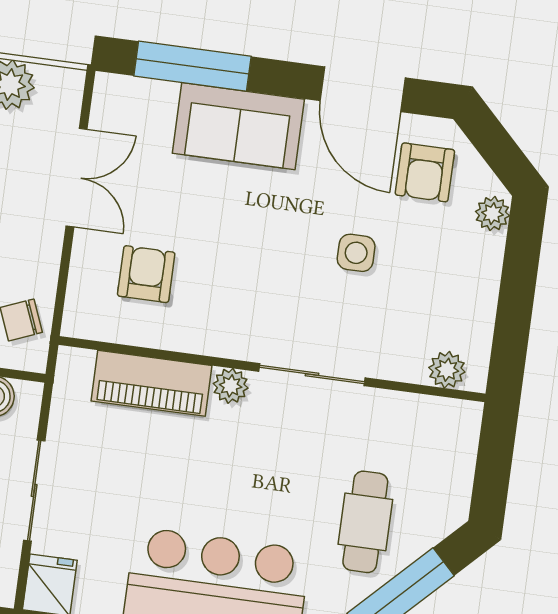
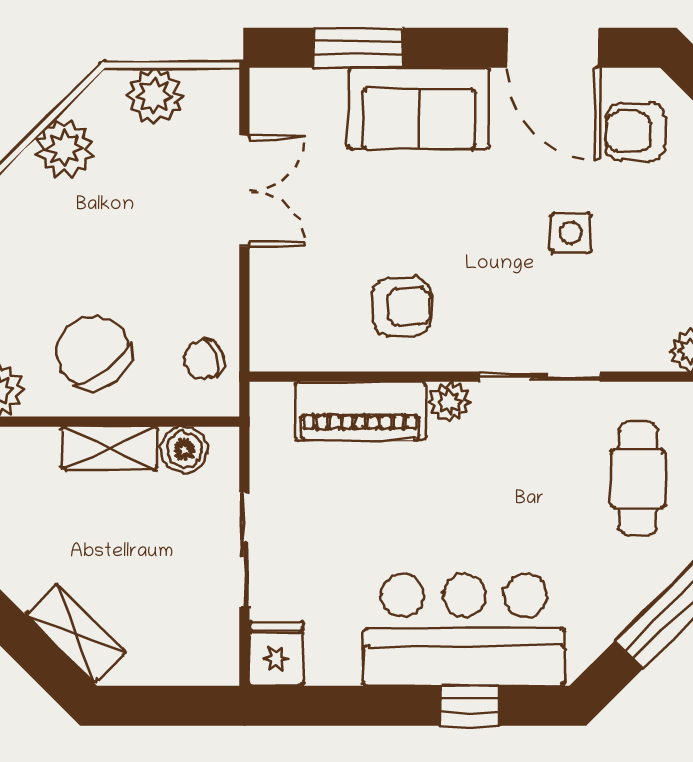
window: (193, 66) -> (358, 48), width x0.69
armchair: (425, 172) -> (636, 132), turned 90
armchair: (146, 274) -> (402, 307), moved, turned 90
cafe table: (365, 522) -> (638, 479), moved

